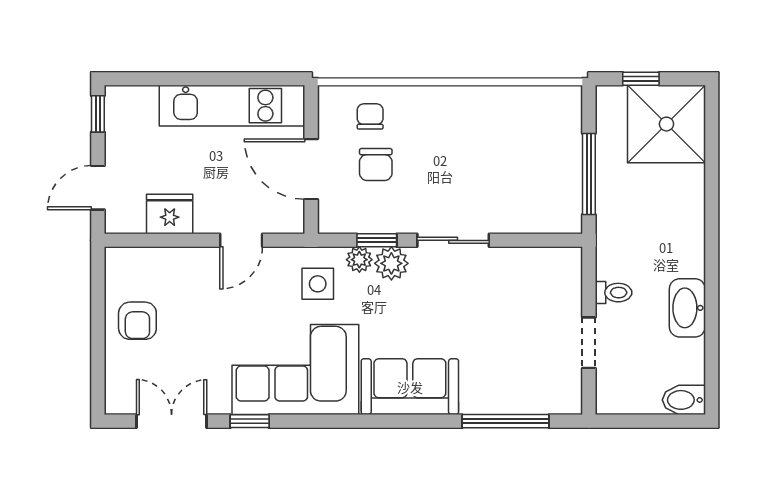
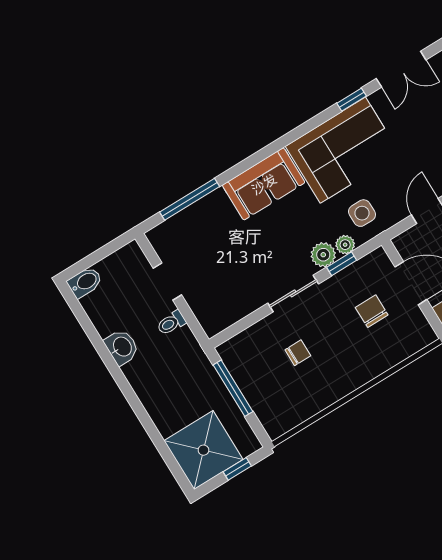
chair: (370, 116) -> (298, 353), moved, turned -90
washbasin: (687, 308) -> (122, 347), width x0.72

